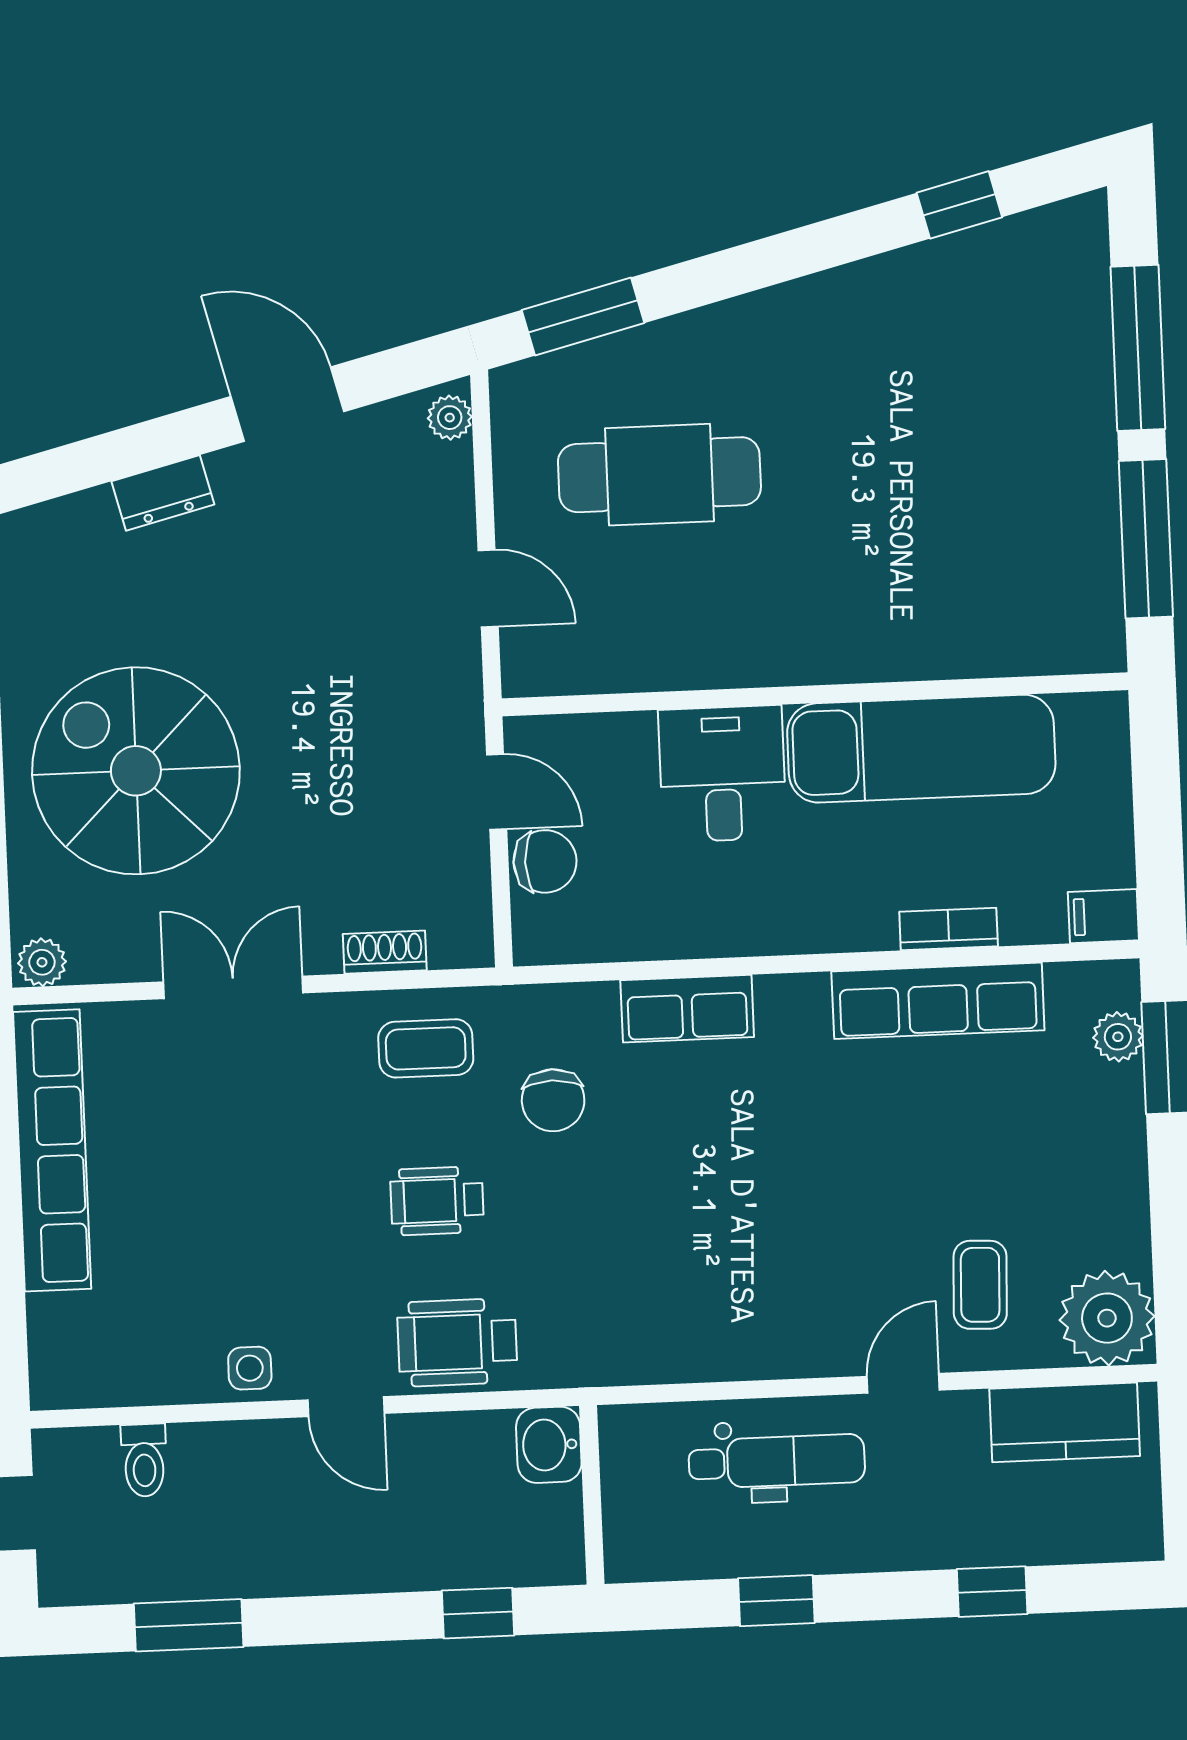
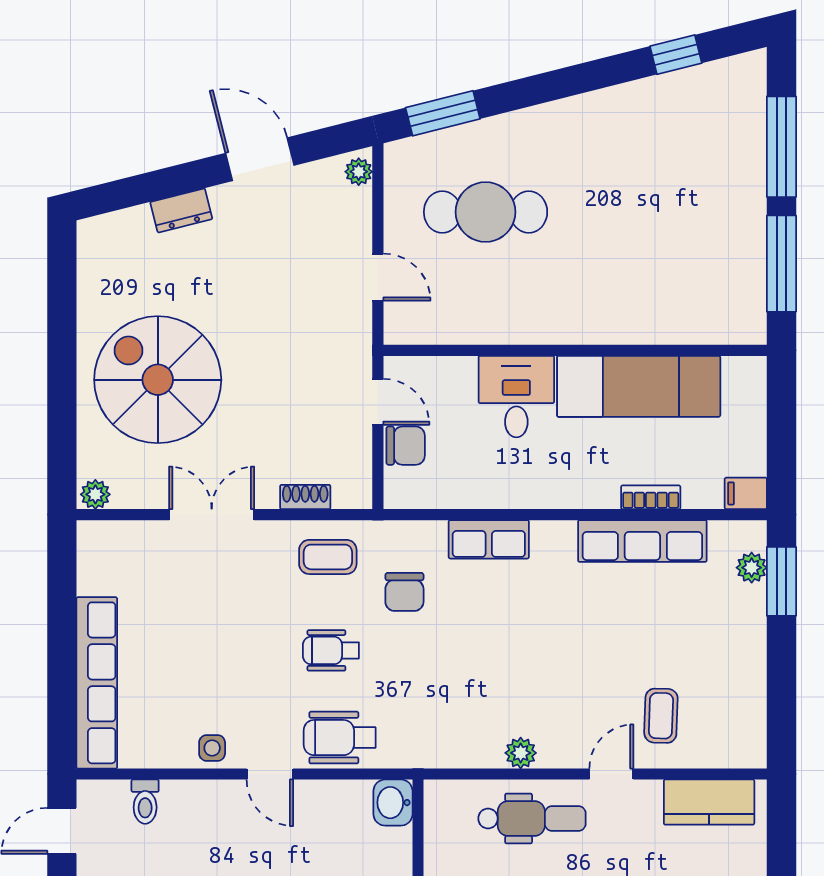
row of seats: (52, 1150) -> (97, 683), moved
plant: (1107, 1318) -> (521, 753), moved, width x0.53, depth x0.53

